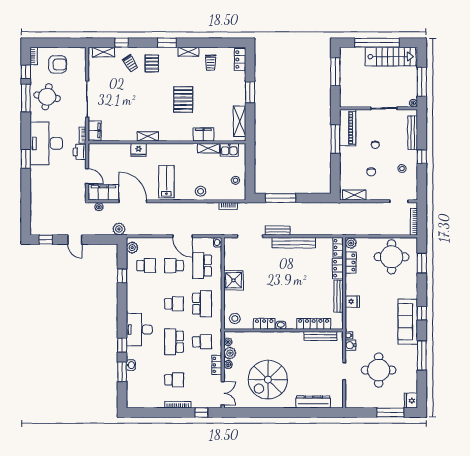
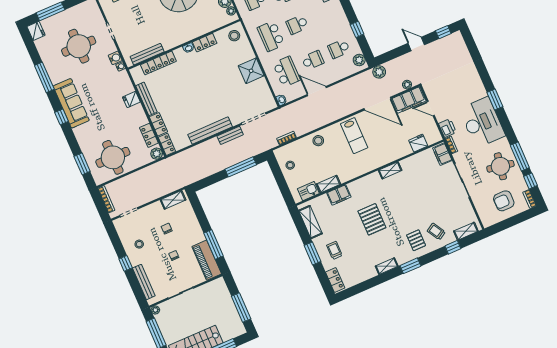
trolley: (211, 63) -> (334, 250), moved
fridge: (138, 150) -> (418, 143), moved

